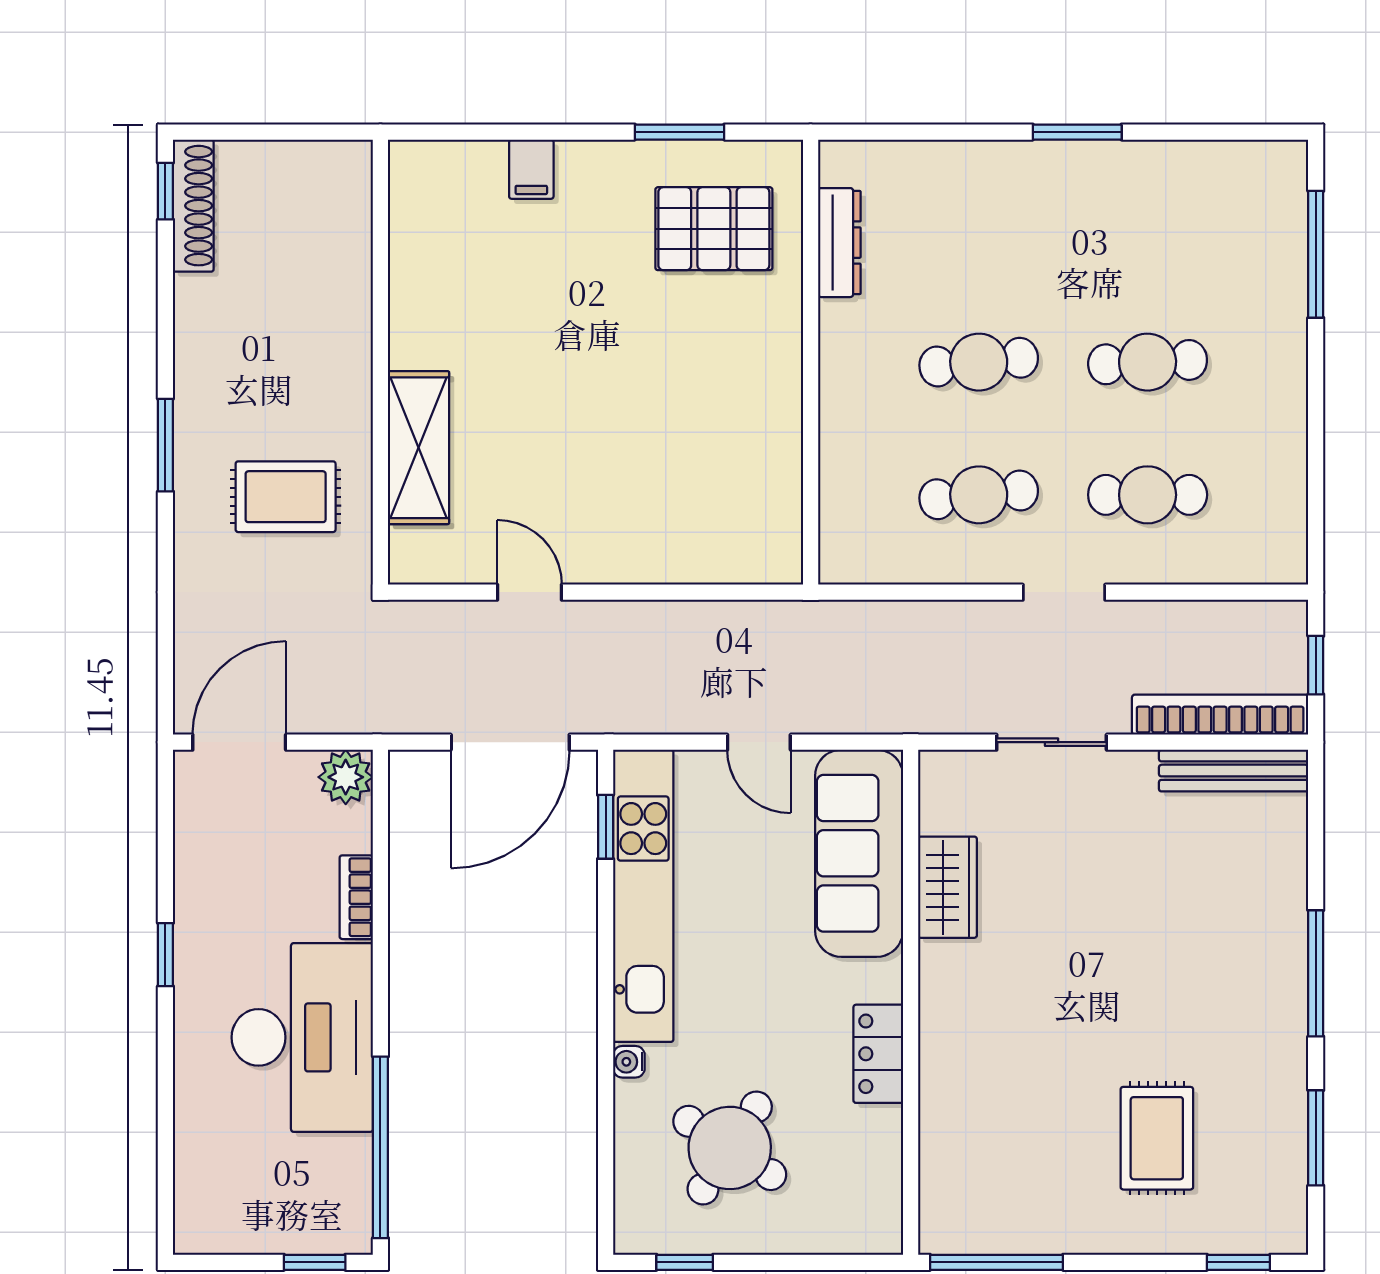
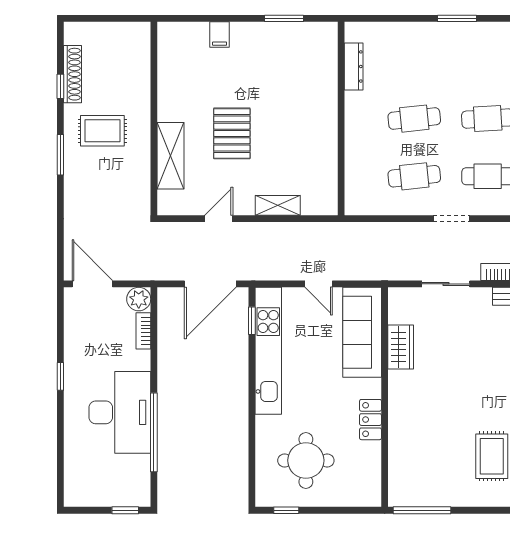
window: (165, 191) -> (60, 86), moved
shoe rack: (193, 206) -> (72, 74), moved
pallet: (714, 229) -> (232, 133), moved, turned 90
rug: (286, 497) -> (102, 131), moved
shelving: (665, 562) -> (278, 205), added
door: (529, 592) -> (219, 219), hinge flipped
door: (239, 742) -> (92, 284), hinge flipped
bookcase: (356, 897) -> (143, 331), moved
water cooler: (629, 1062) -> (262, 423), removed
window: (380, 1147) -> (154, 432), moved
round table: (730, 1148) -> (306, 460), turned -33

